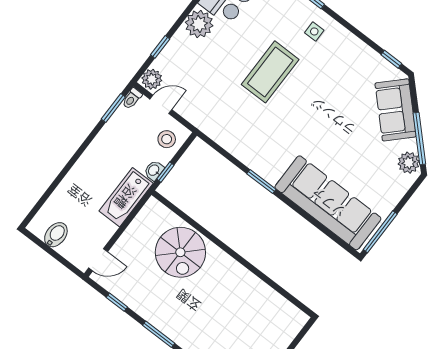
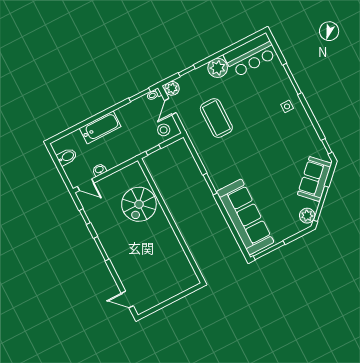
coffee table: (270, 72) -> (216, 118), moved, turned 90
door: (161, 104) -> (170, 107), swing flipped
washbasin: (154, 170) -> (99, 170), moved
bathtub: (126, 197) -> (100, 127), moved, turned 180

